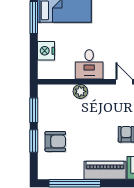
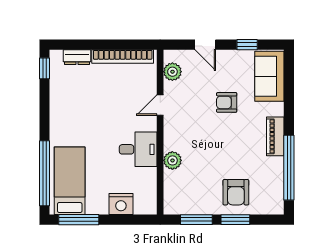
armchair: (55, 141) -> (236, 192), turned 180
piano: (105, 170) -> (275, 136), width x0.73, depth x0.75

